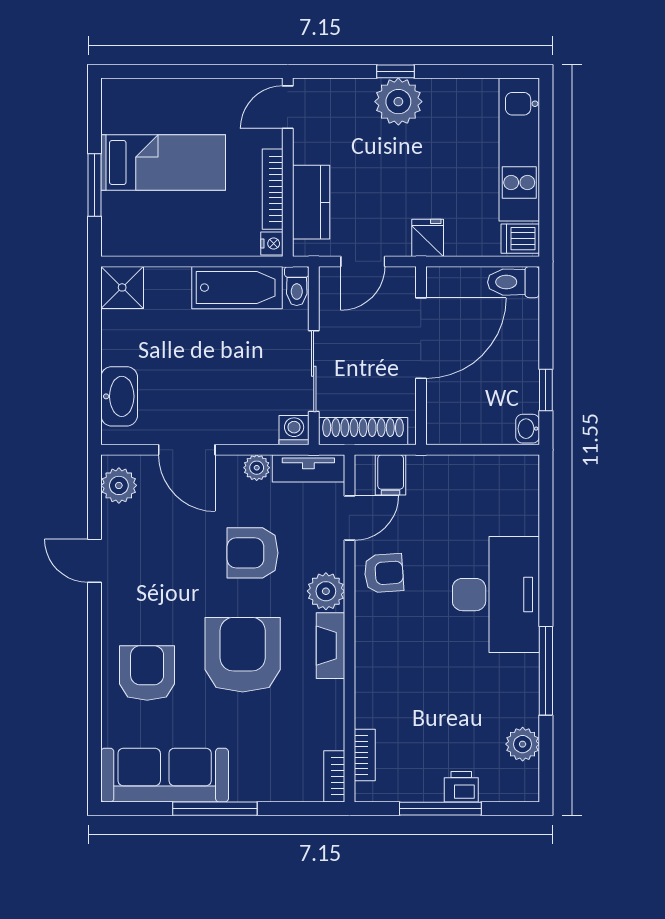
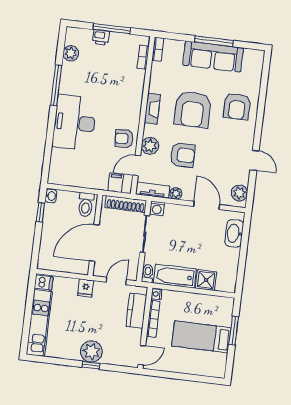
toilet: (513, 282) -> (86, 205), moved, turned 90
shower: (122, 287) -> (206, 280), moved
plant: (326, 591) -> (150, 146), moved
sofa: (165, 775) -> (213, 57), moved

